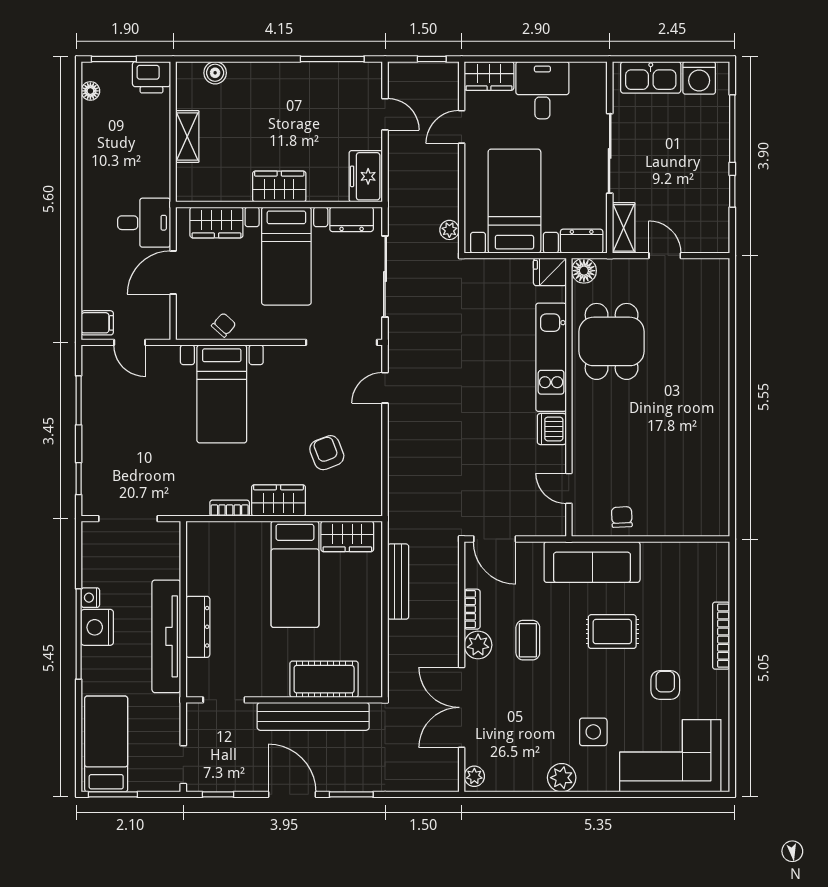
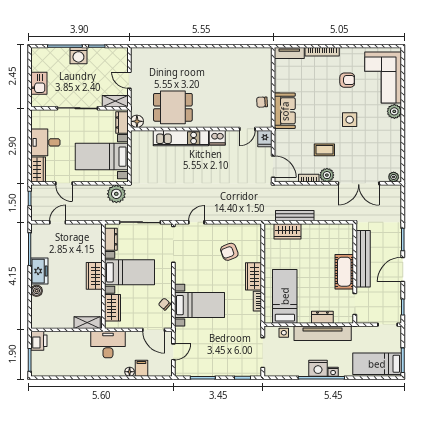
boiler: (215, 73) -> (37, 291), moved
kitchen sink: (651, 77) -> (39, 83), width x0.73
washing machine: (699, 78) -> (78, 56), moved, turned 90
floor lamp: (90, 91) -> (130, 372), moved
shelving: (187, 136) -> (87, 323), moved
freezer: (366, 176) -> (39, 271), moved, turned -90
desk: (144, 223) -> (108, 345), width x1.37
plant: (449, 230) -> (116, 194), width x1.88, depth x1.88
door: (665, 256) -> (129, 80), hinge flipped
door: (173, 272) -> (154, 330), moved
fridge: (550, 272) -> (265, 139), moved
filing cabinet: (97, 323) -> (141, 368), moved
door: (385, 388) -> (196, 222), swing flipped
wardrobe: (347, 536) -> (288, 231), moved, turned 90
door: (495, 539) -> (273, 167), hinge flipped
side table: (167, 560) -> (284, 333), added
sofa: (592, 562) -> (285, 111), width x0.73
tv unit: (719, 571) -> (289, 53), added
bed: (295, 574) -> (285, 296), moved, turned -90
nightstand: (90, 598) -> (333, 372), moved
dresser: (198, 627) -> (322, 317), width x0.70
rug: (612, 632) -> (320, 107), removed
cot: (324, 679) -> (344, 272), moved
armchair: (665, 685) -> (347, 80), turned 180
side table: (593, 732) -> (350, 120), moved
plant: (562, 778) -> (394, 111), moved

